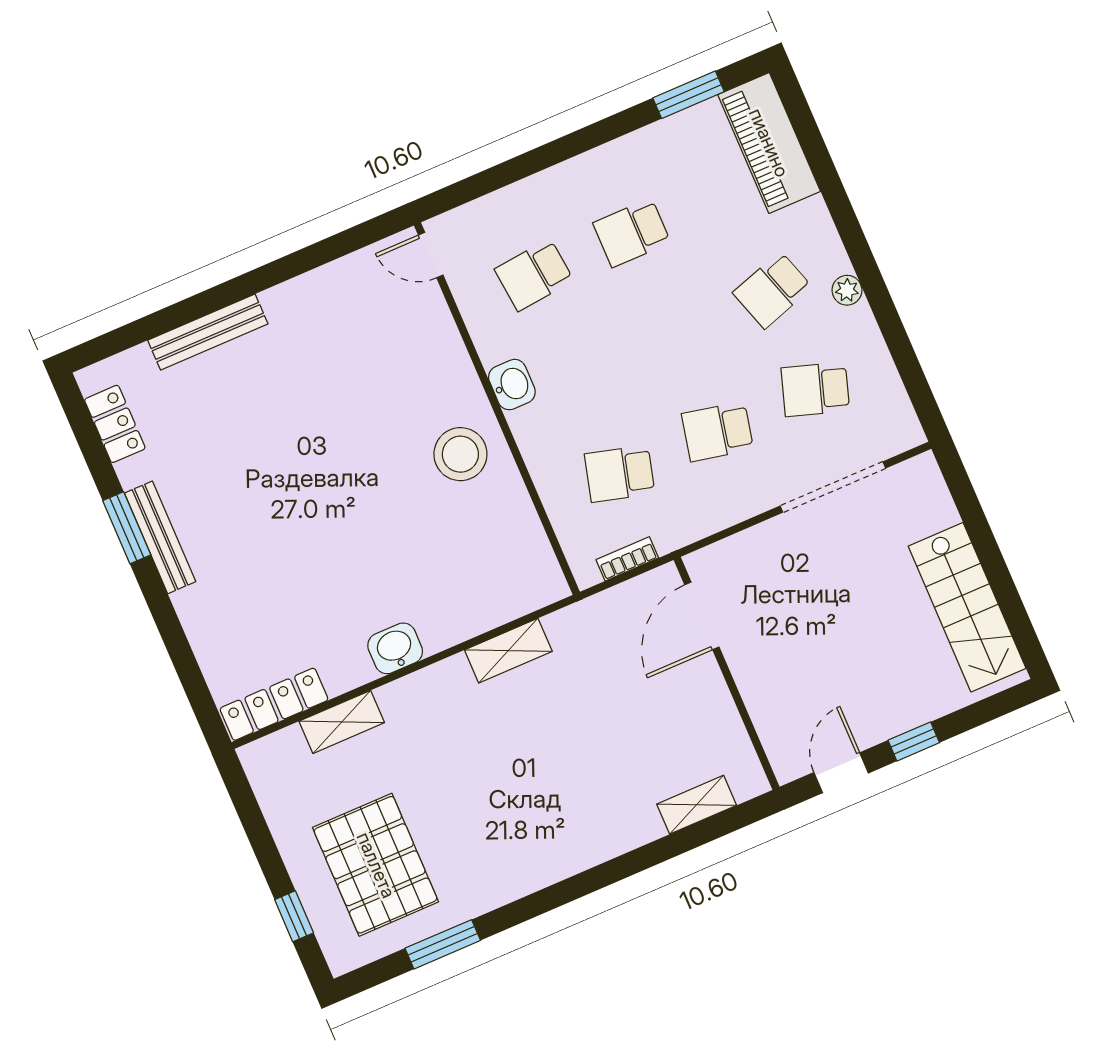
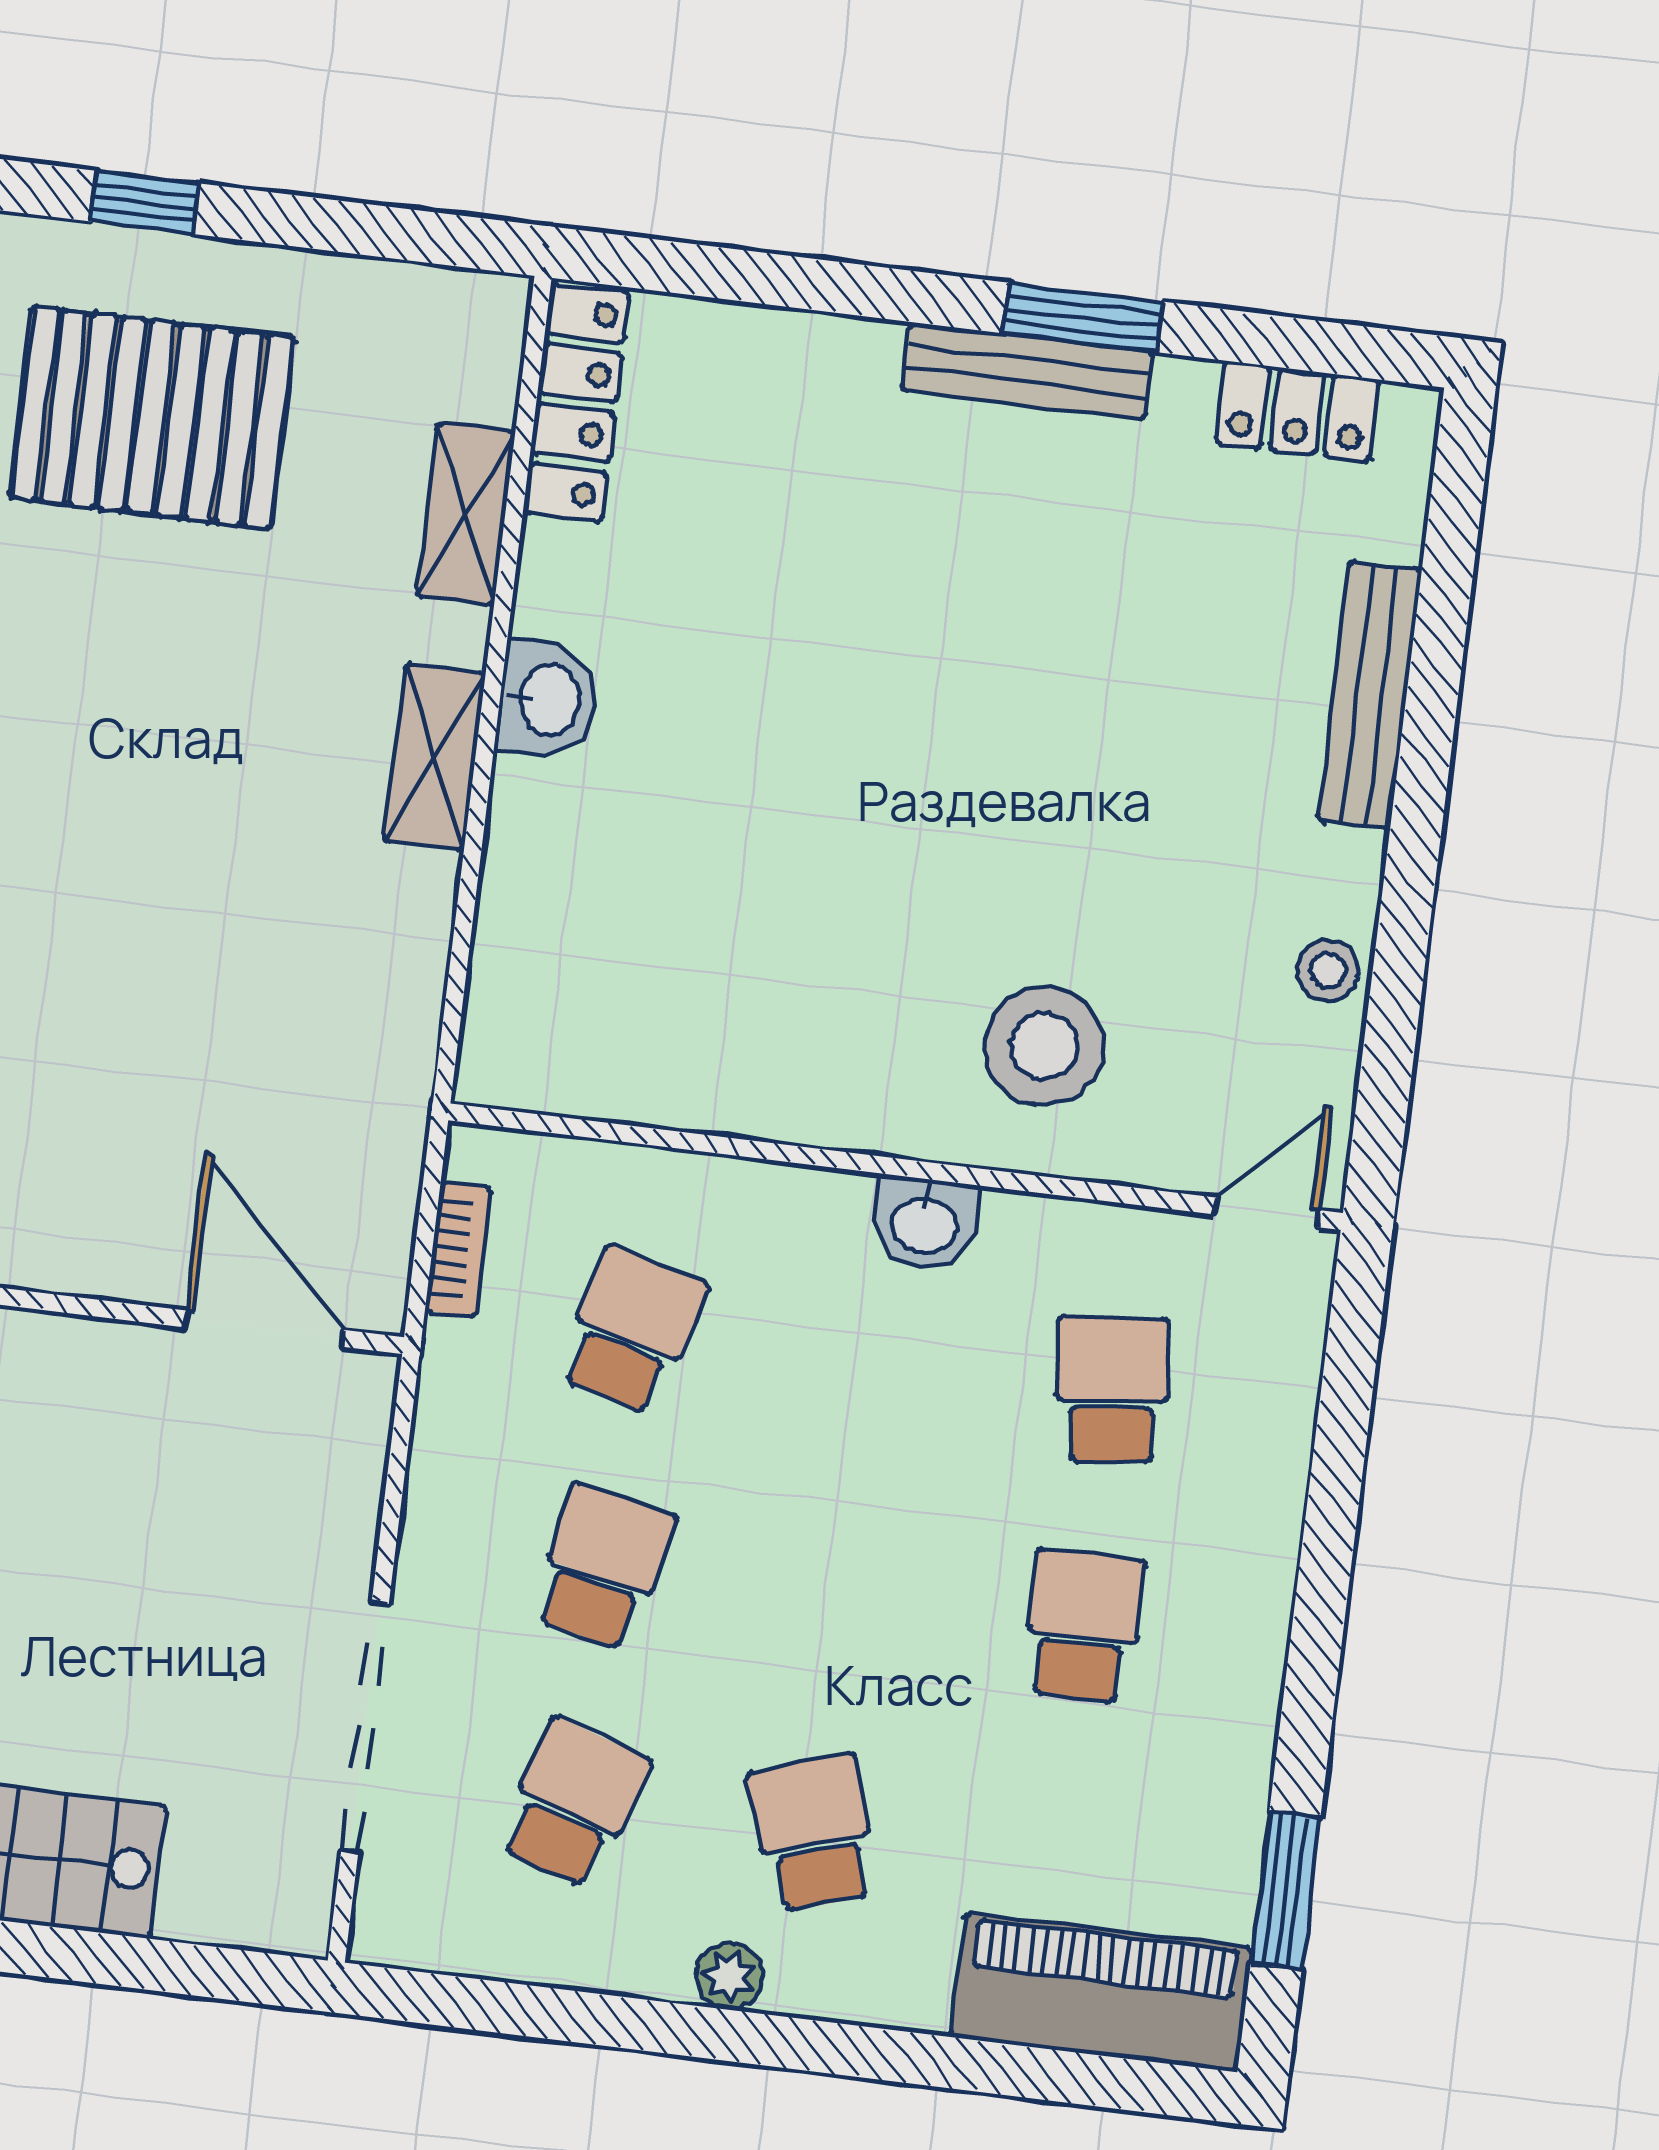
stool: (324, 286) -> (1328, 971), added
stool: (460, 454) -> (1044, 1046), moved
shelving: (508, 651) -> (435, 757), moved

